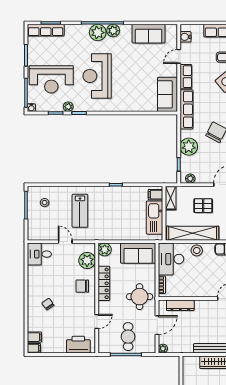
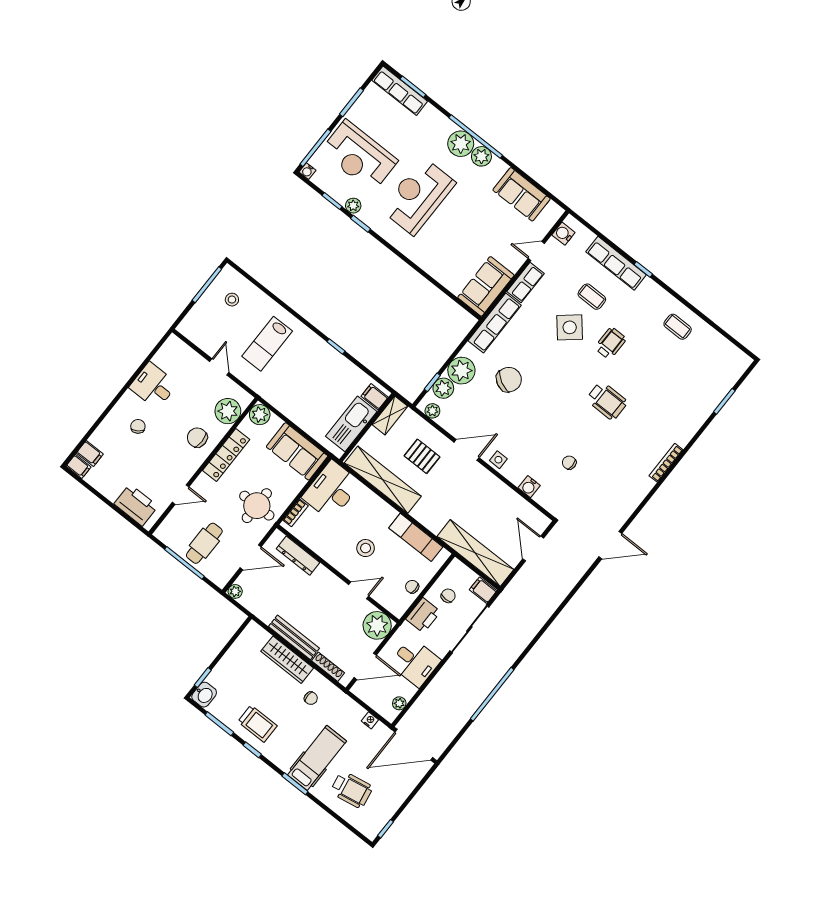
plant: (187, 163) -> (443, 388), added
stool: (197, 250) -> (366, 548), moved
desk: (39, 254) -> (153, 386), moved

